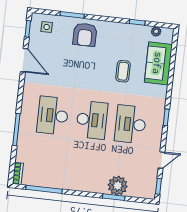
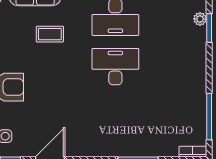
desk: (53, 116) -> (115, 116), removed
plant: (118, 186) -> (200, 19), width x0.53, depth x0.53

